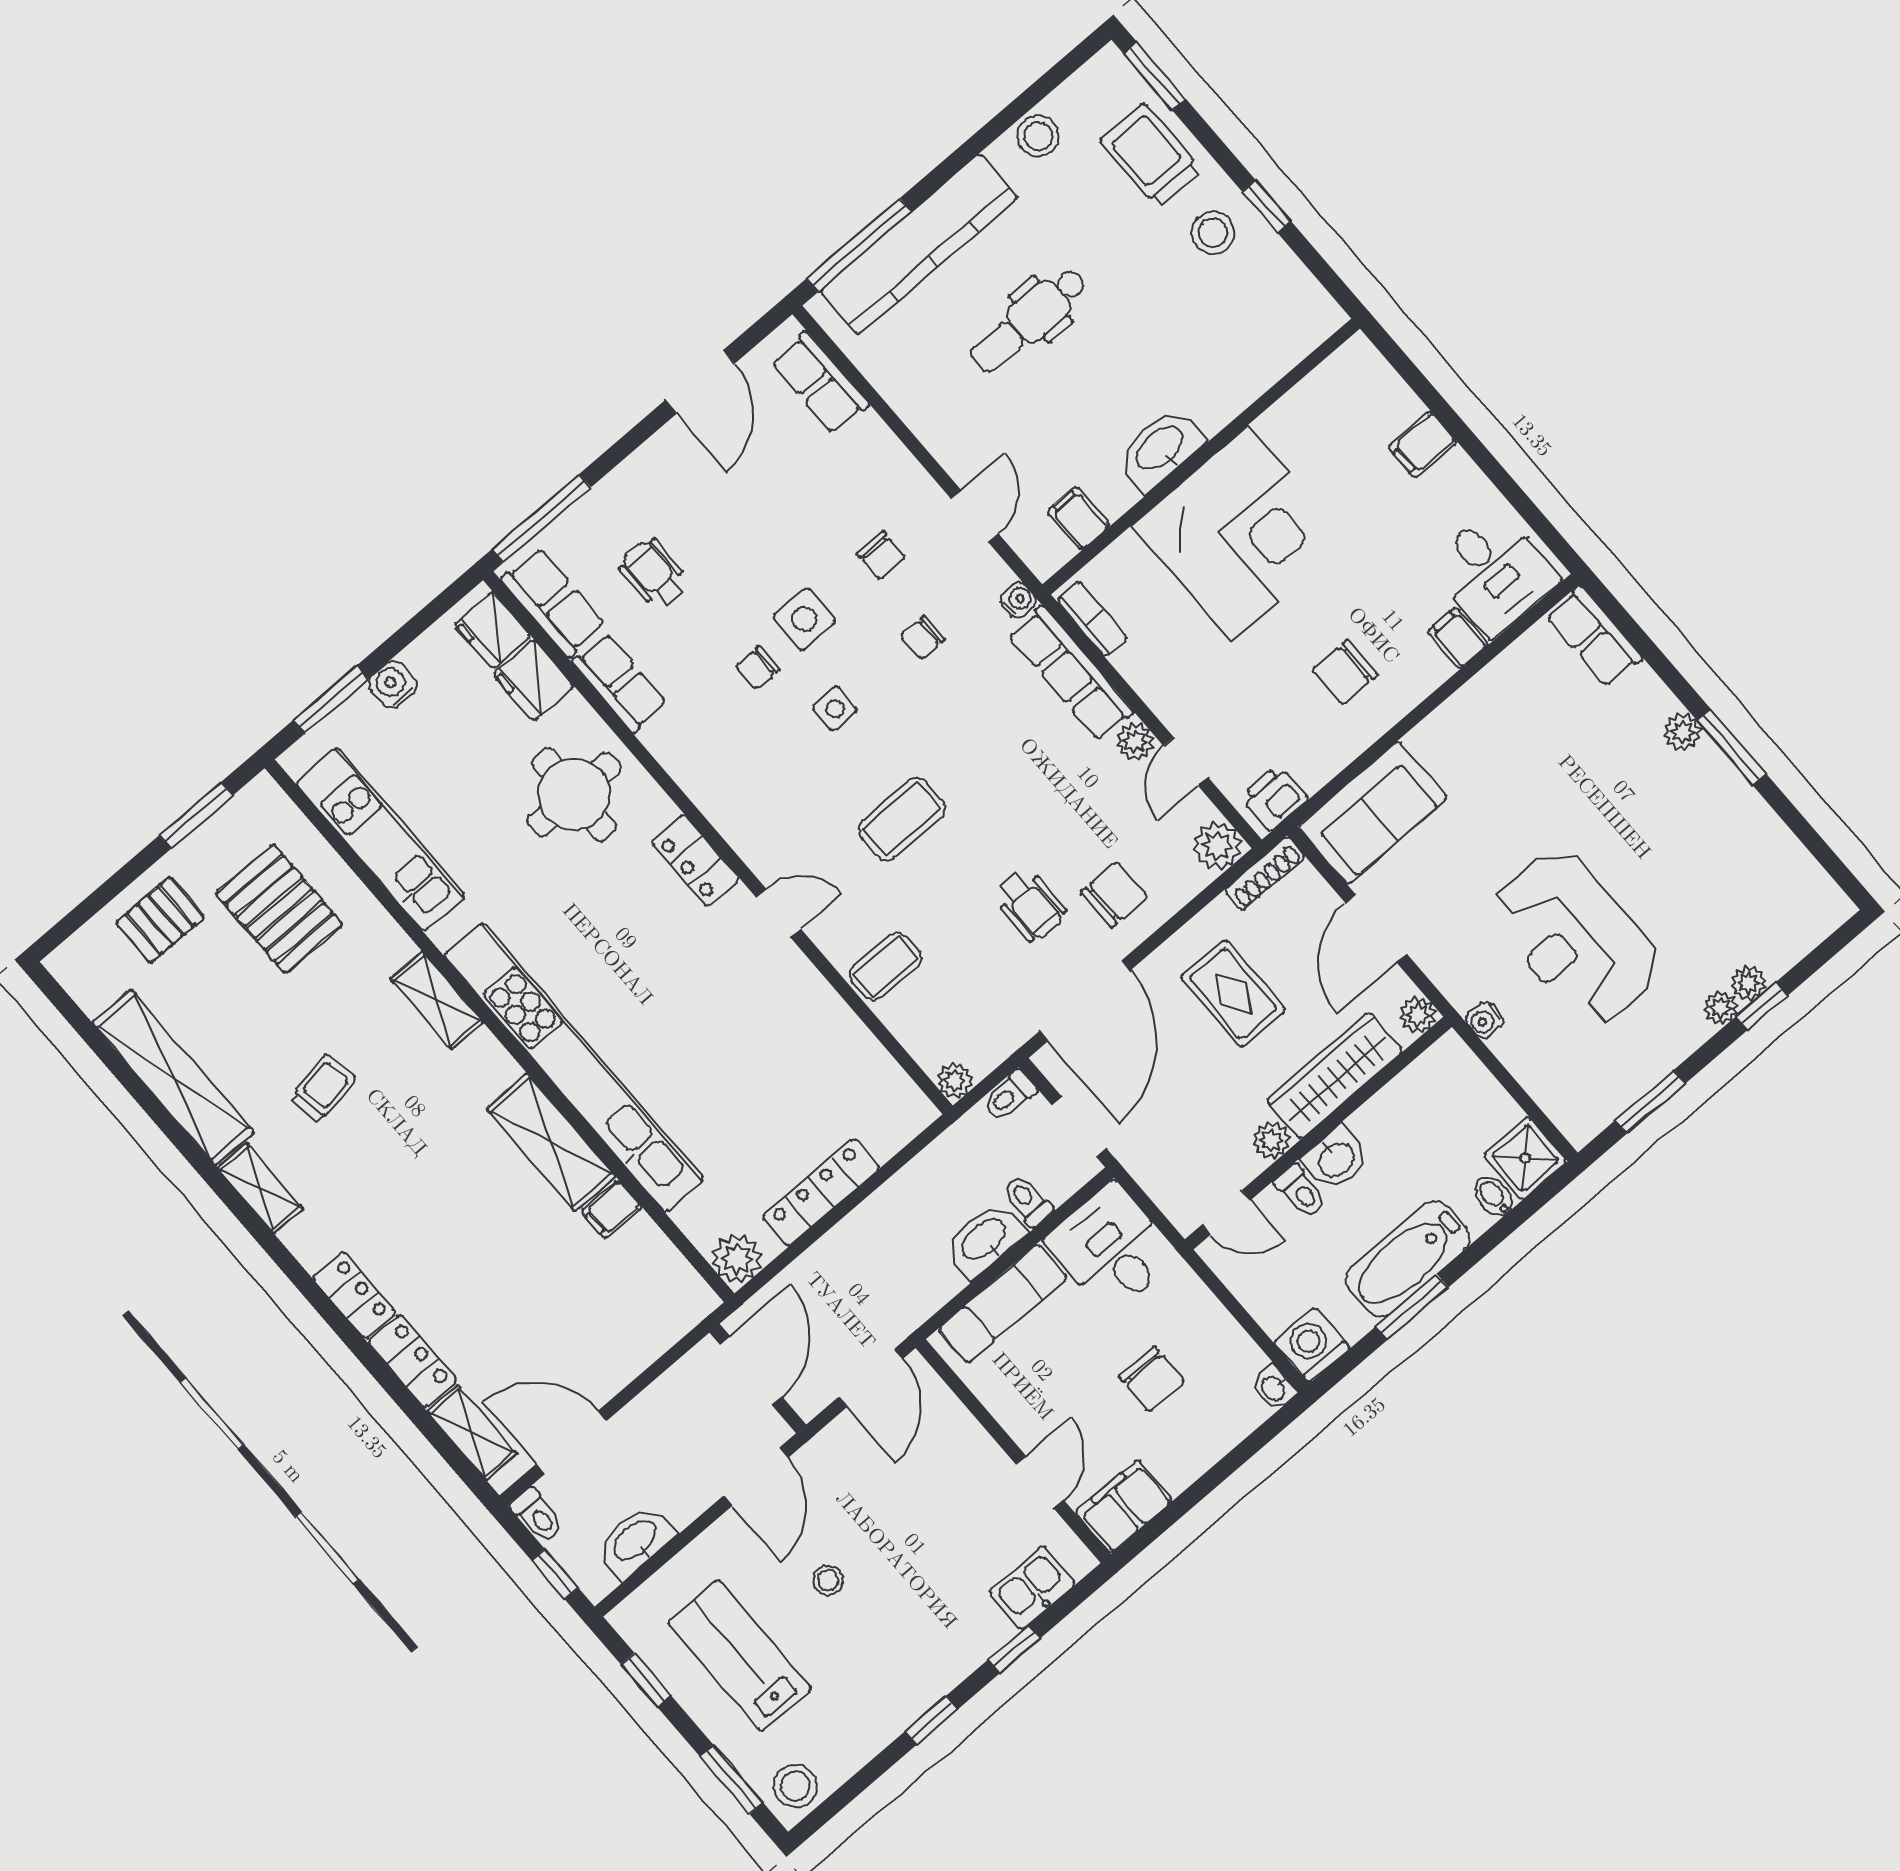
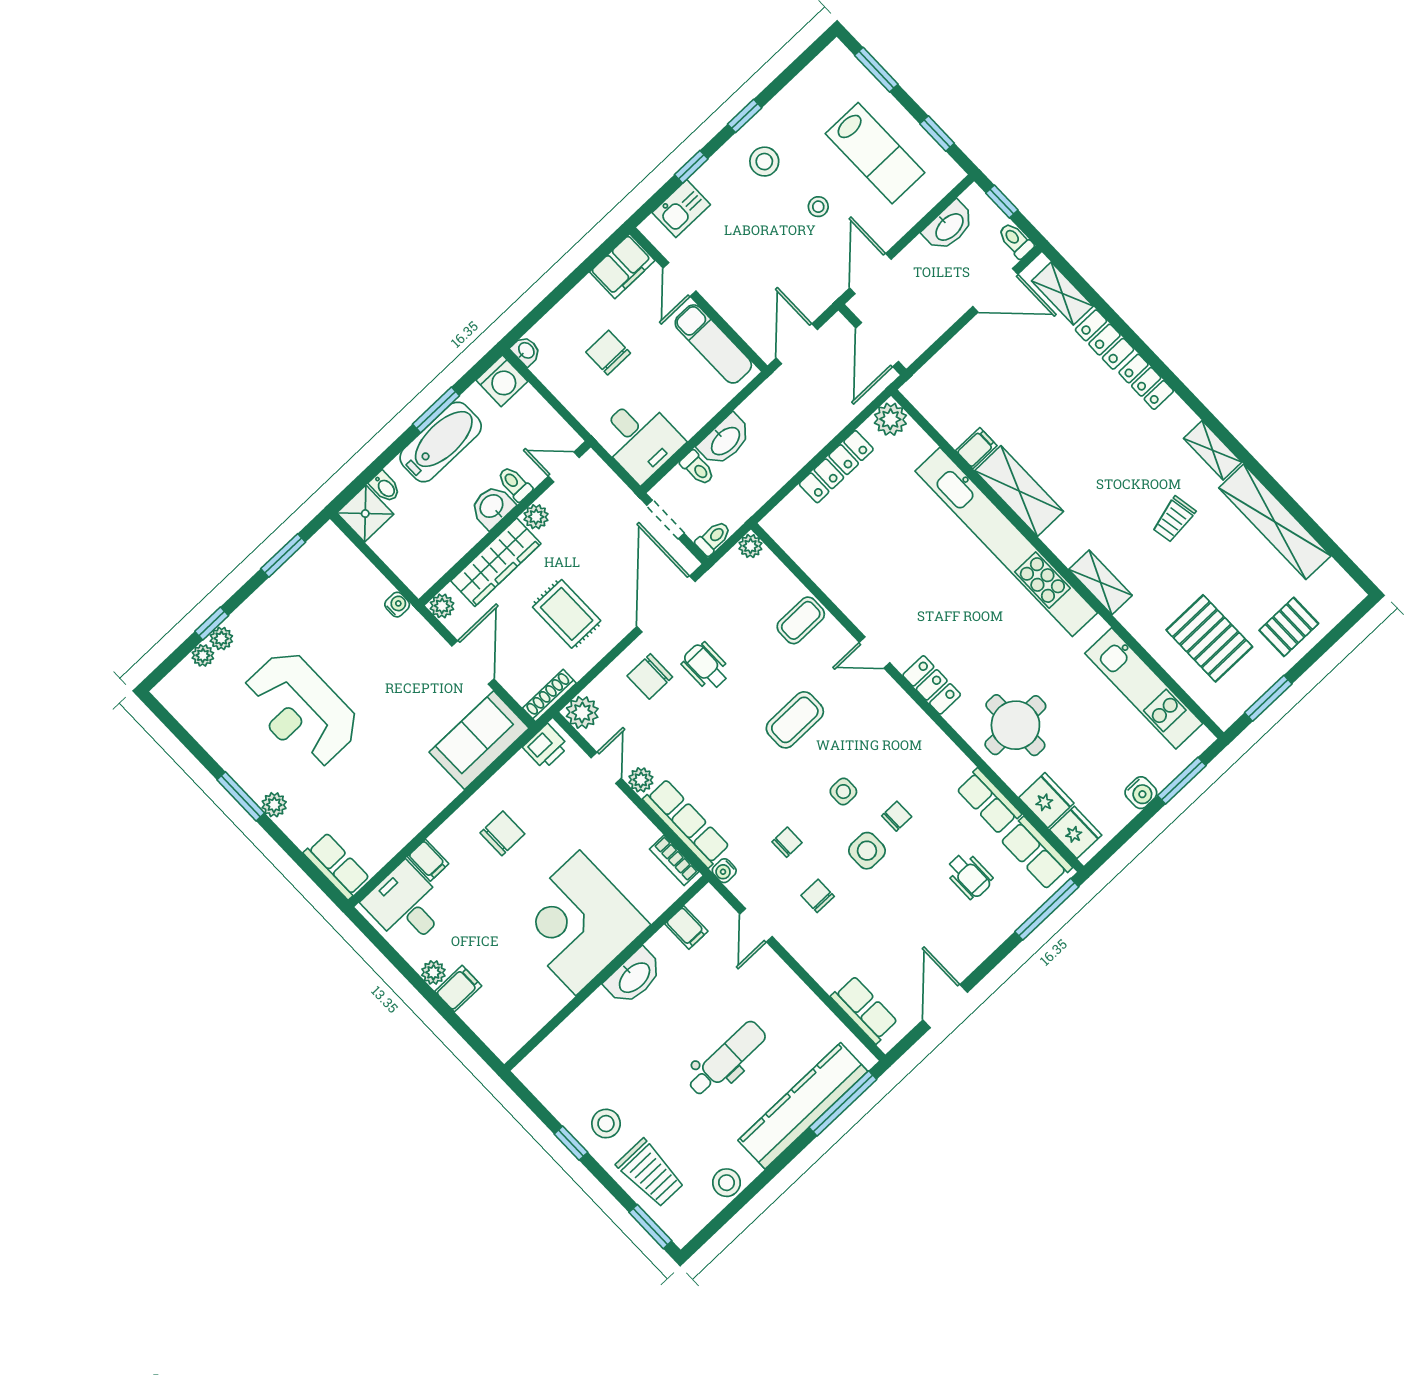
plant: (1458, 470) -> (433, 972), added
reception desk: (1575, 938) -> (301, 709), moved, turned 180
plant: (1721, 1008) -> (203, 655), moved
exam couch: (1003, 1303) -> (713, 344), moved, turned -90
stool: (795, 1786) -> (764, 162), moved

